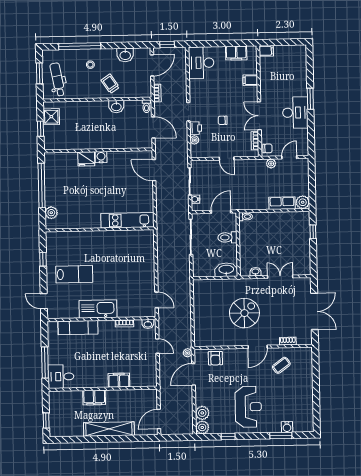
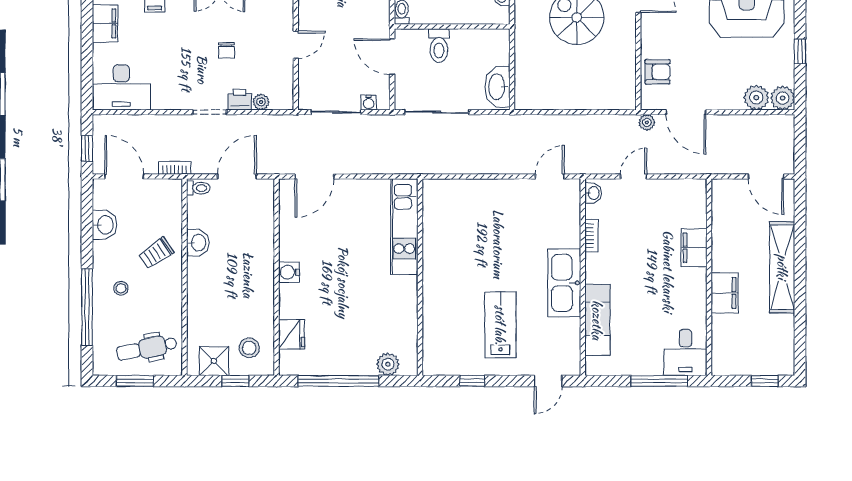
stool: (59, 136) -> (249, 348), added
fridge: (86, 159) -> (292, 334), moved
washbasin: (226, 270) -> (497, 87), moved

